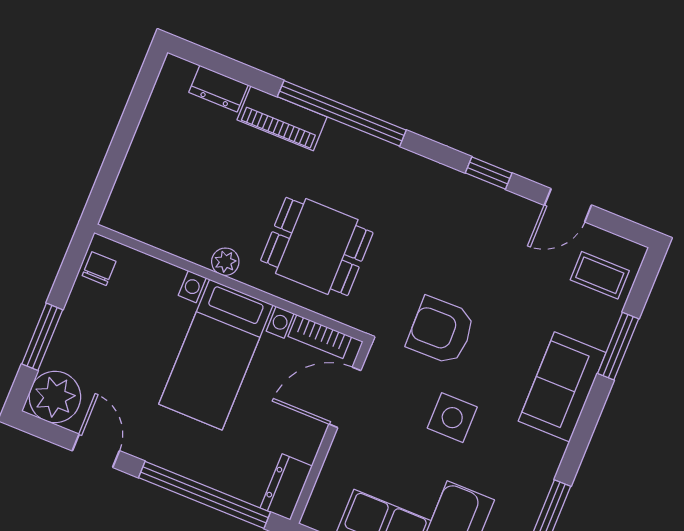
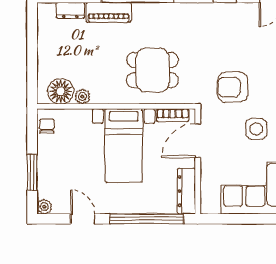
floor lamp: (146, 219) -> (61, 91), added
plant: (225, 262) -> (82, 97), moved
plant: (55, 397) -> (44, 207), width x0.53, depth x0.53
dresser: (286, 487) -> (186, 191), width x1.44

